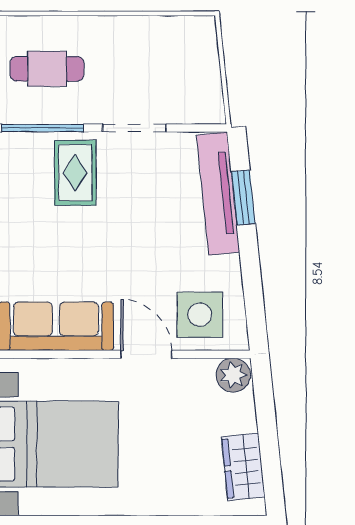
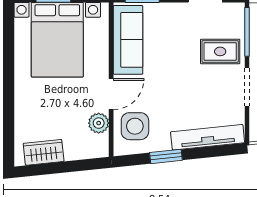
window: (243, 197) -> (166, 156), moved
plant: (233, 375) -> (99, 123), moved

